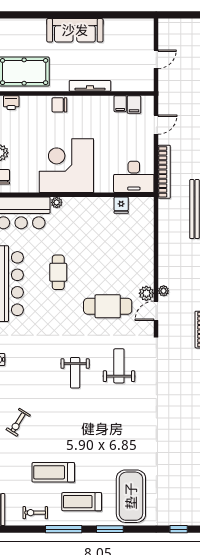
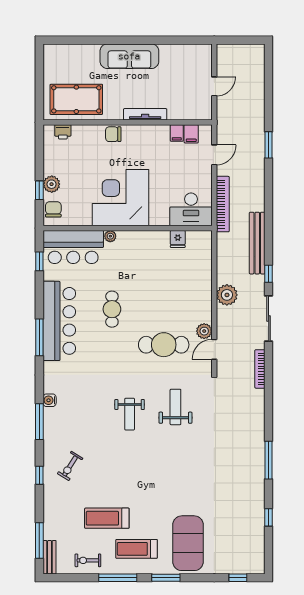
plant: (164, 291) -> (227, 295), moved, width x1.88, depth x1.88

